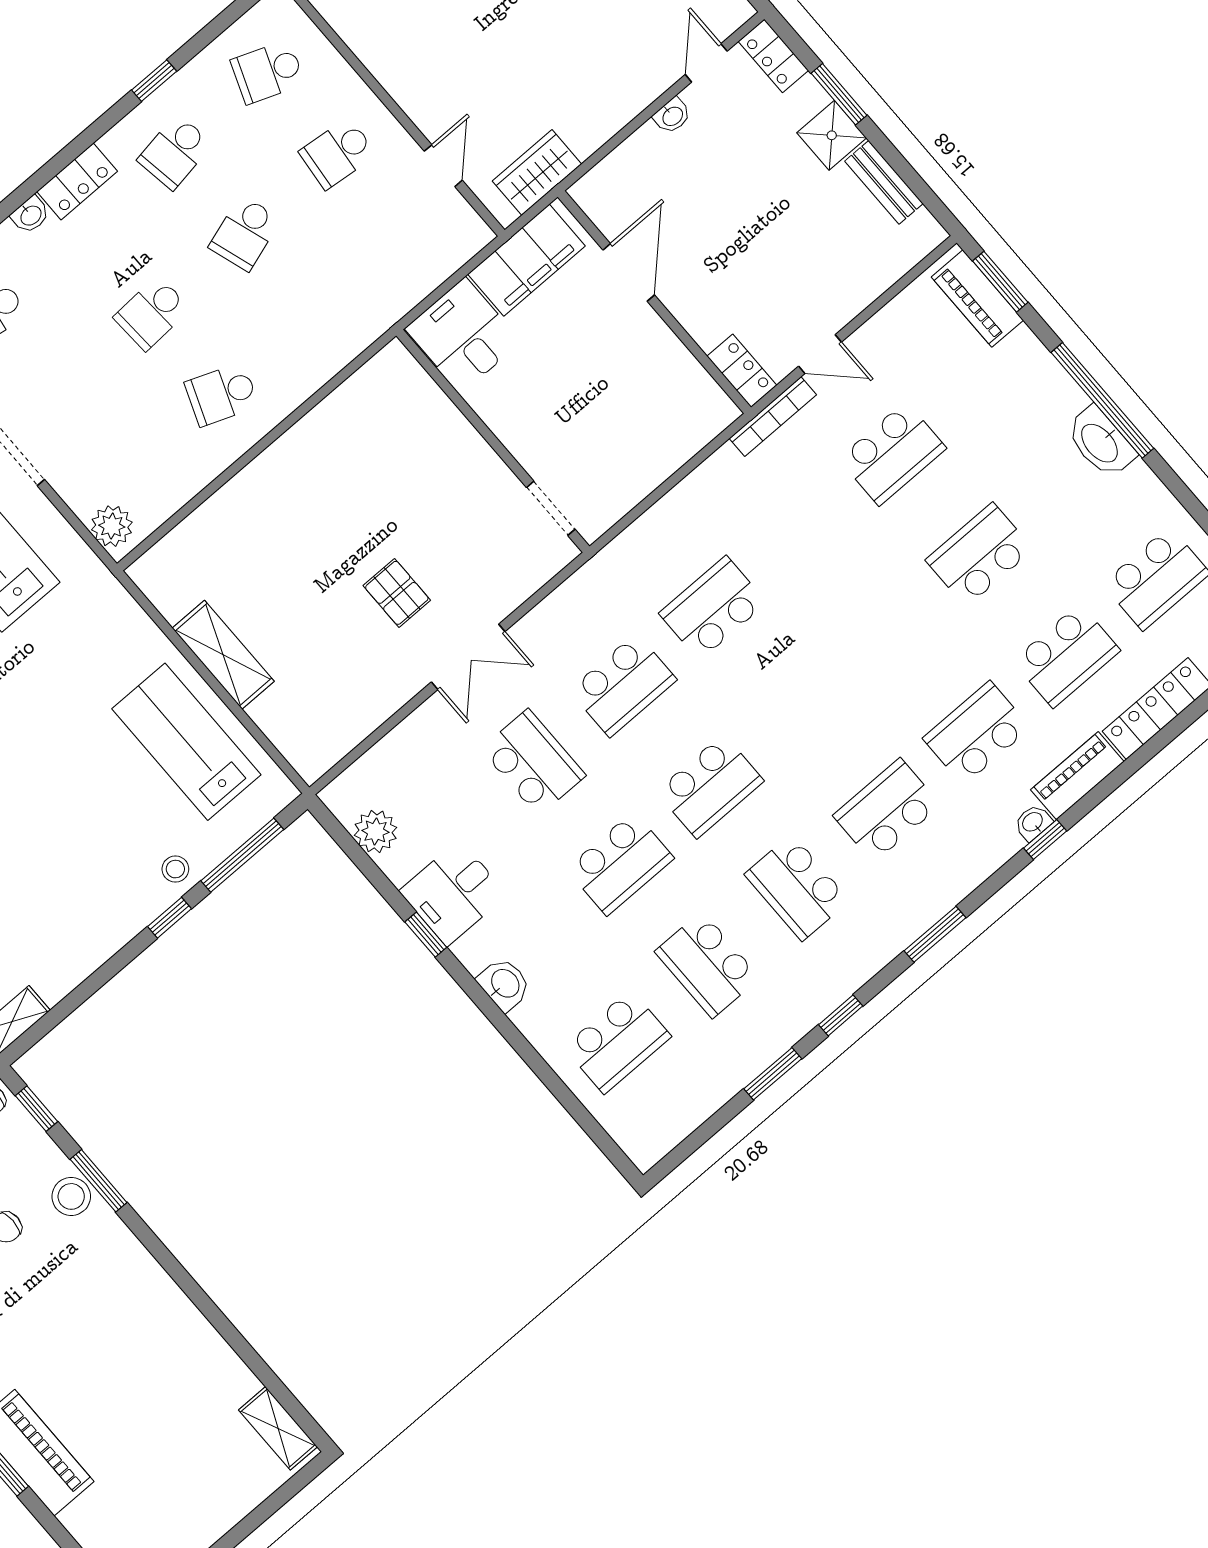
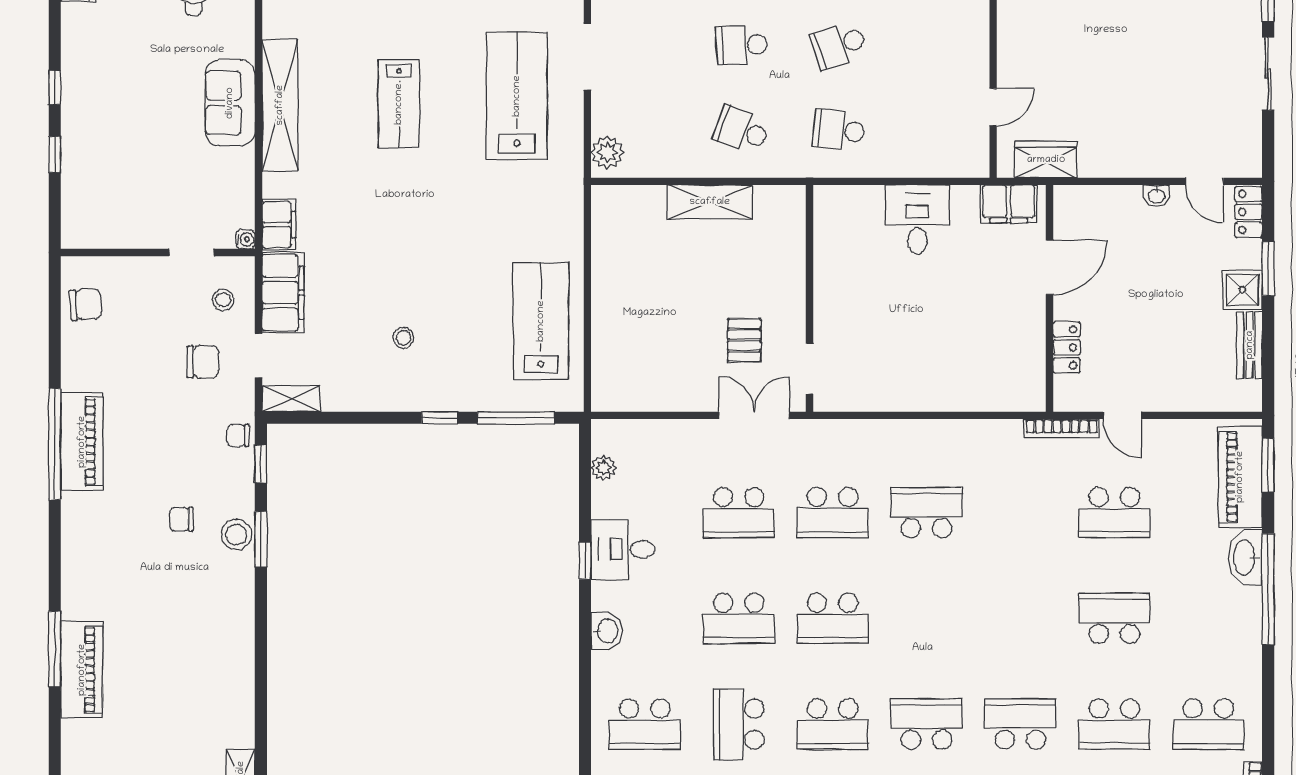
door: (706, 63) -> (1205, 181), swing flipped
school desk: (338, 153) -> (839, 130), moved
filing cabinet: (527, 260) -> (1009, 204), width x0.67, depth x0.86
piano: (977, 299) -> (1240, 477), width x1.37, depth x1.33
locker: (742, 371) -> (1067, 347), moved
wall: (493, 441) -> (810, 298), moved
washbasin: (1100, 442) -> (1245, 557), moved
doorway: (551, 508) -> (810, 369), moved
shelving: (223, 655) -> (710, 202), moved, turned 90
double door: (468, 657) -> (754, 415), swing flipped
school desk: (533, 762) -> (739, 513), turned 90
plant: (376, 831) -> (603, 468), width x0.73, depth x0.73
stool: (175, 869) -> (403, 338), moved
school desk: (797, 887) -> (833, 724), turned -90

